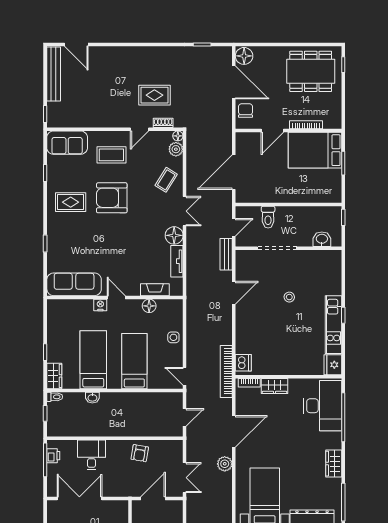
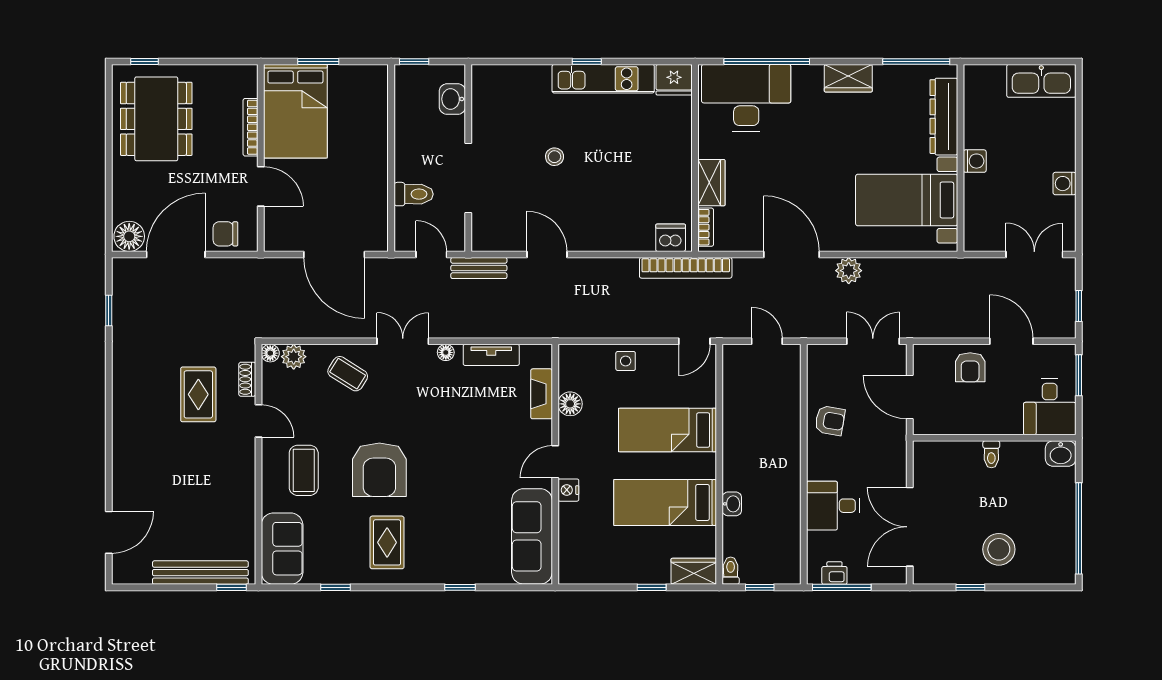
bench: (54, 74) -> (200, 573), moved
floor lamp: (174, 235) -> (446, 352), width x0.53, depth x0.53

